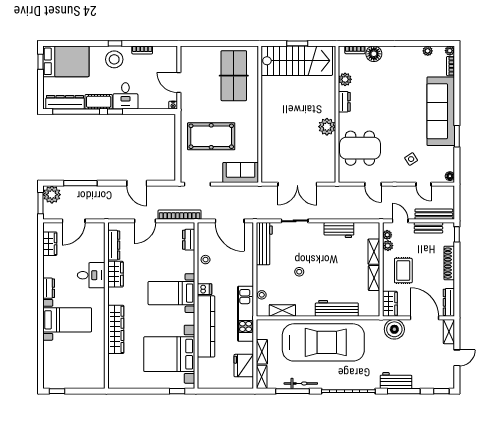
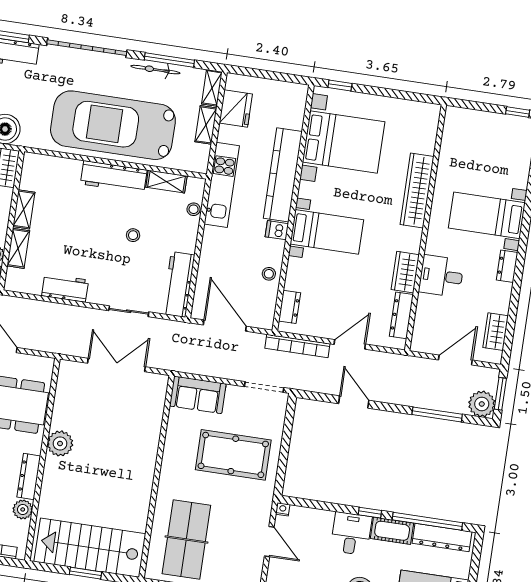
dresser: (344, 102) -> (29, 477), width x1.44
workbench: (337, 308) -> (114, 177), moved

